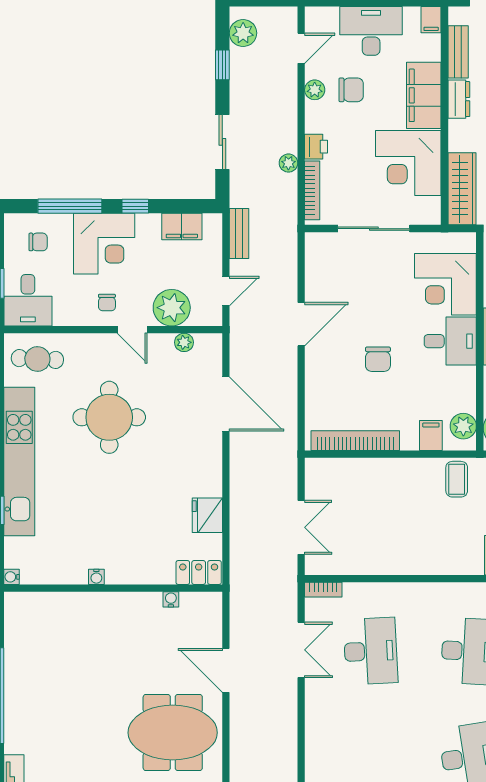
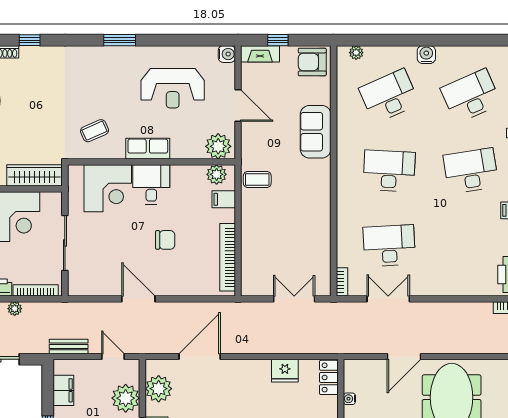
plant: (184, 342) -> (159, 389), width x1.88, depth x1.88

